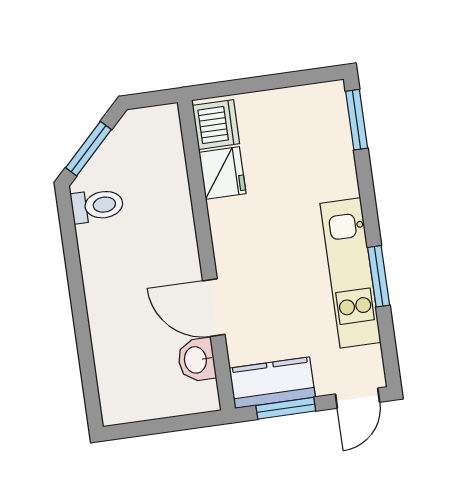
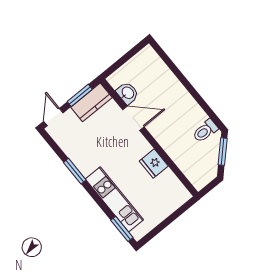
dishwasher: (216, 125) -> (177, 192), removed
fridge: (222, 173) -> (154, 164), moved
kitchen unit: (350, 273) -> (114, 199), moved

